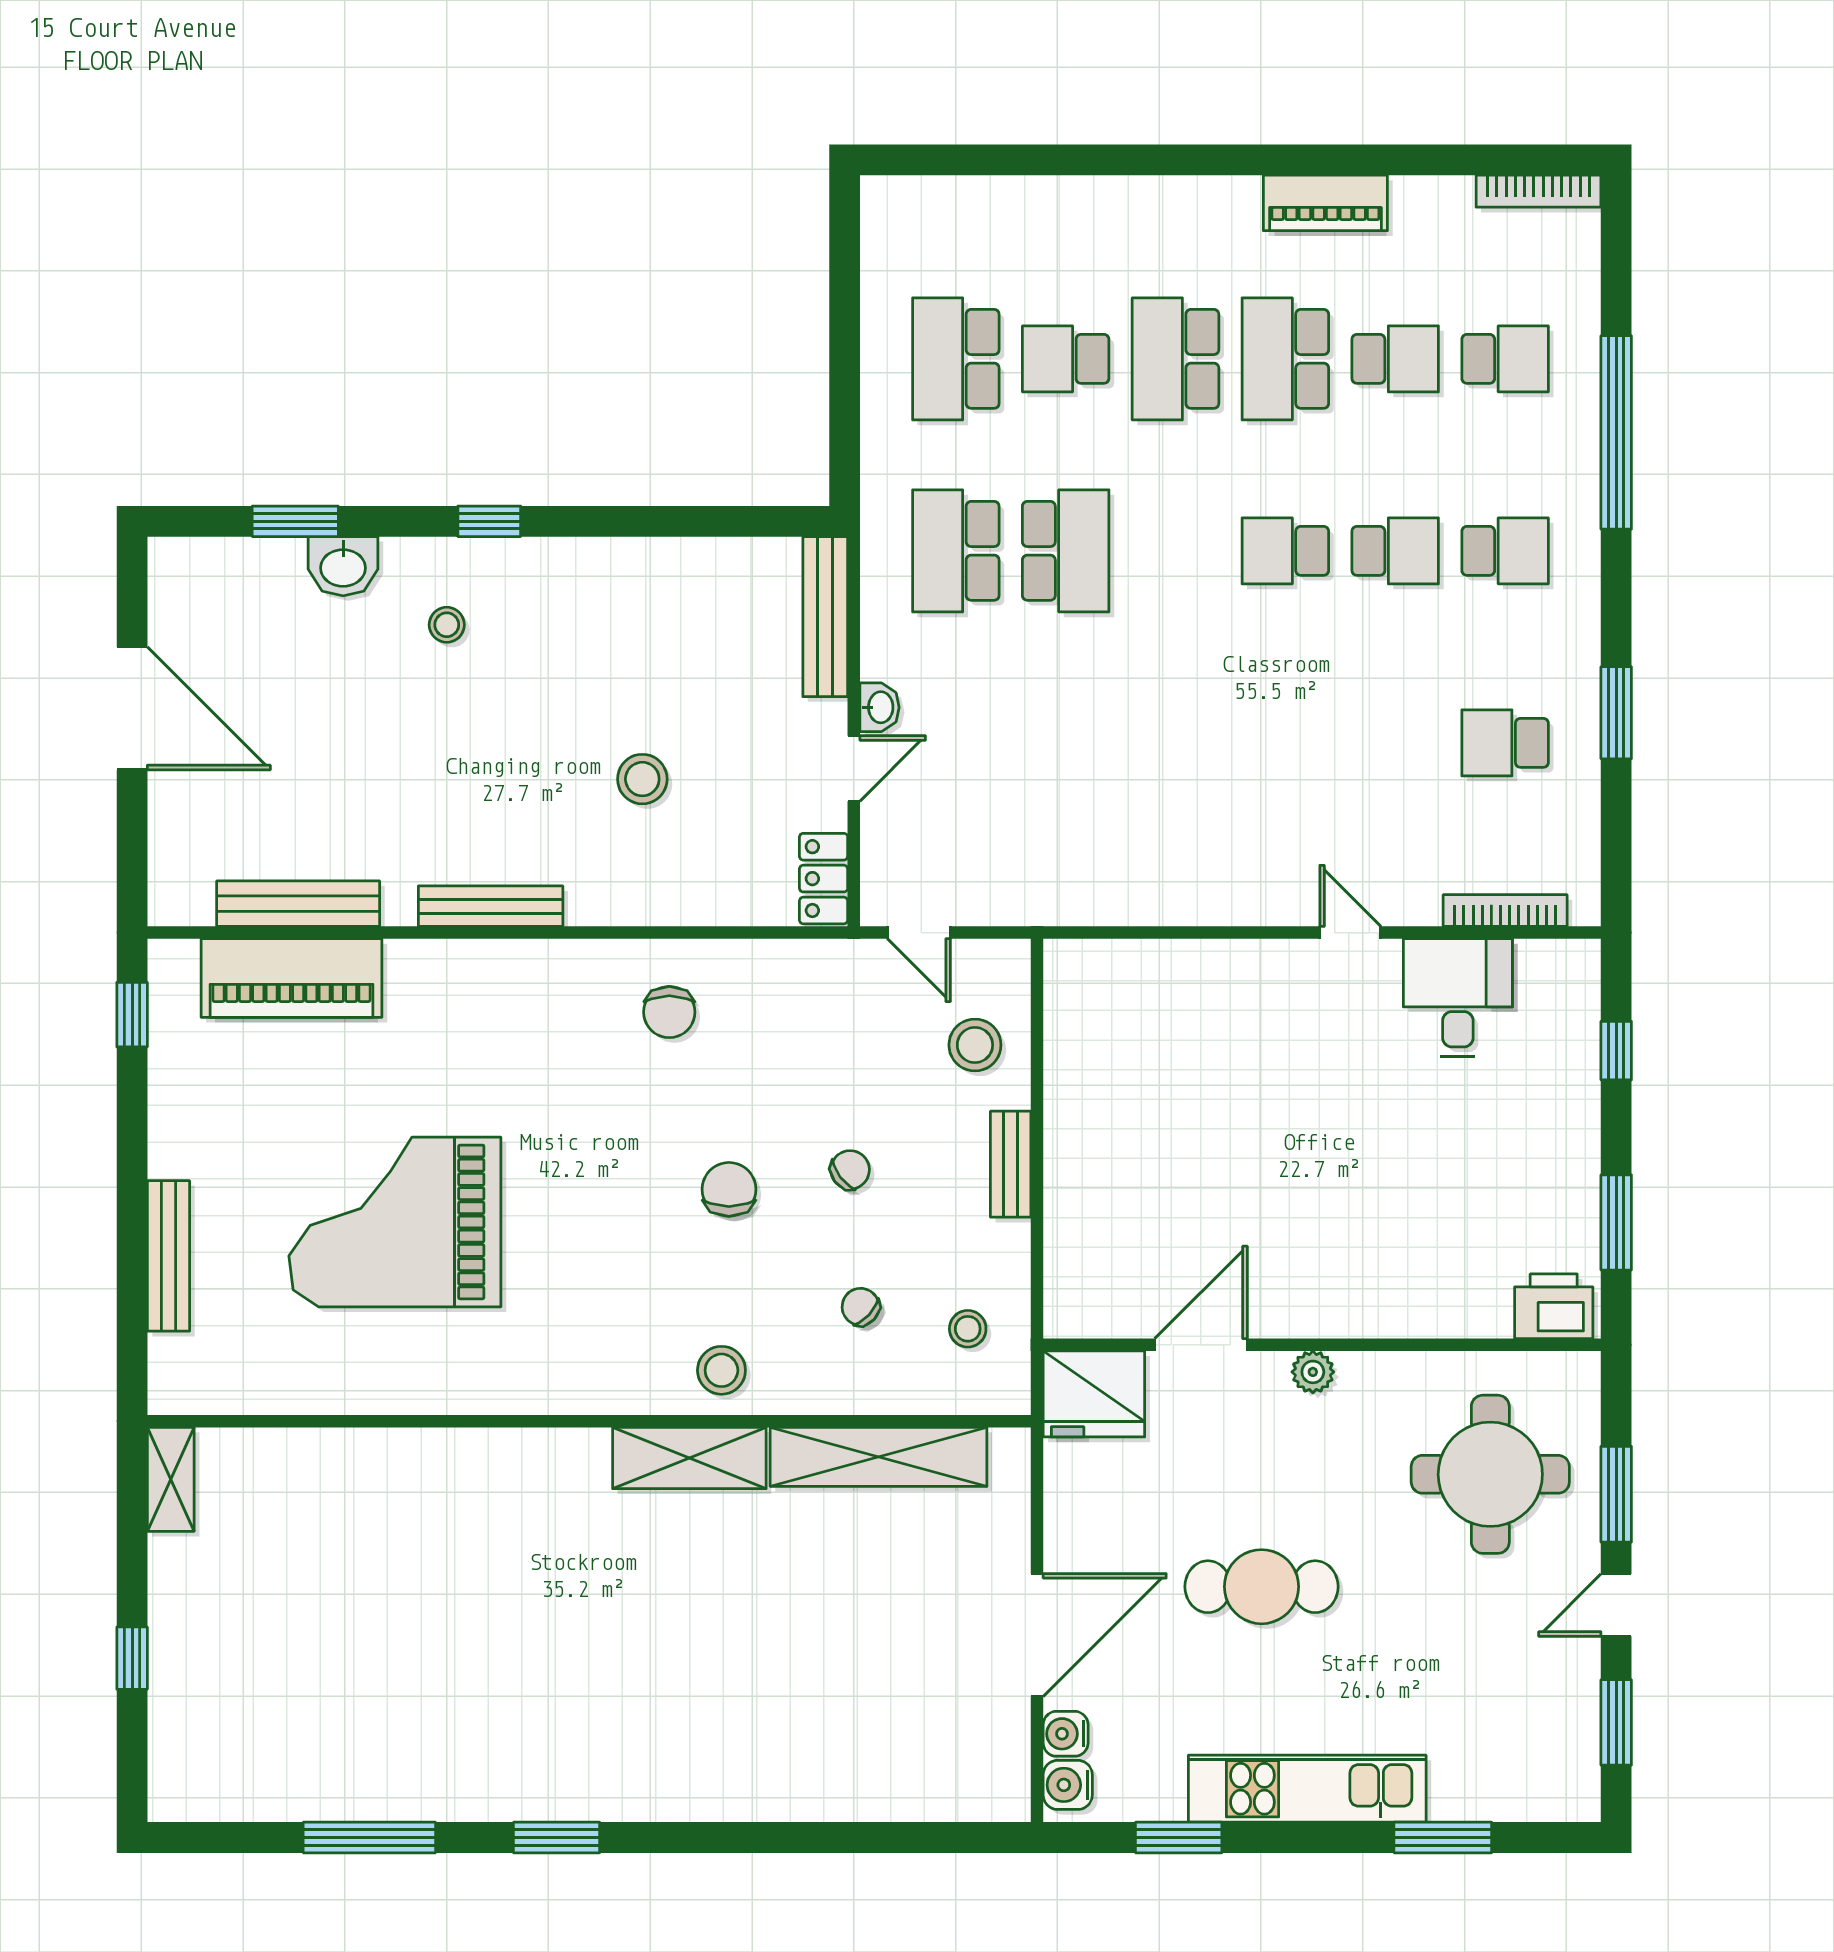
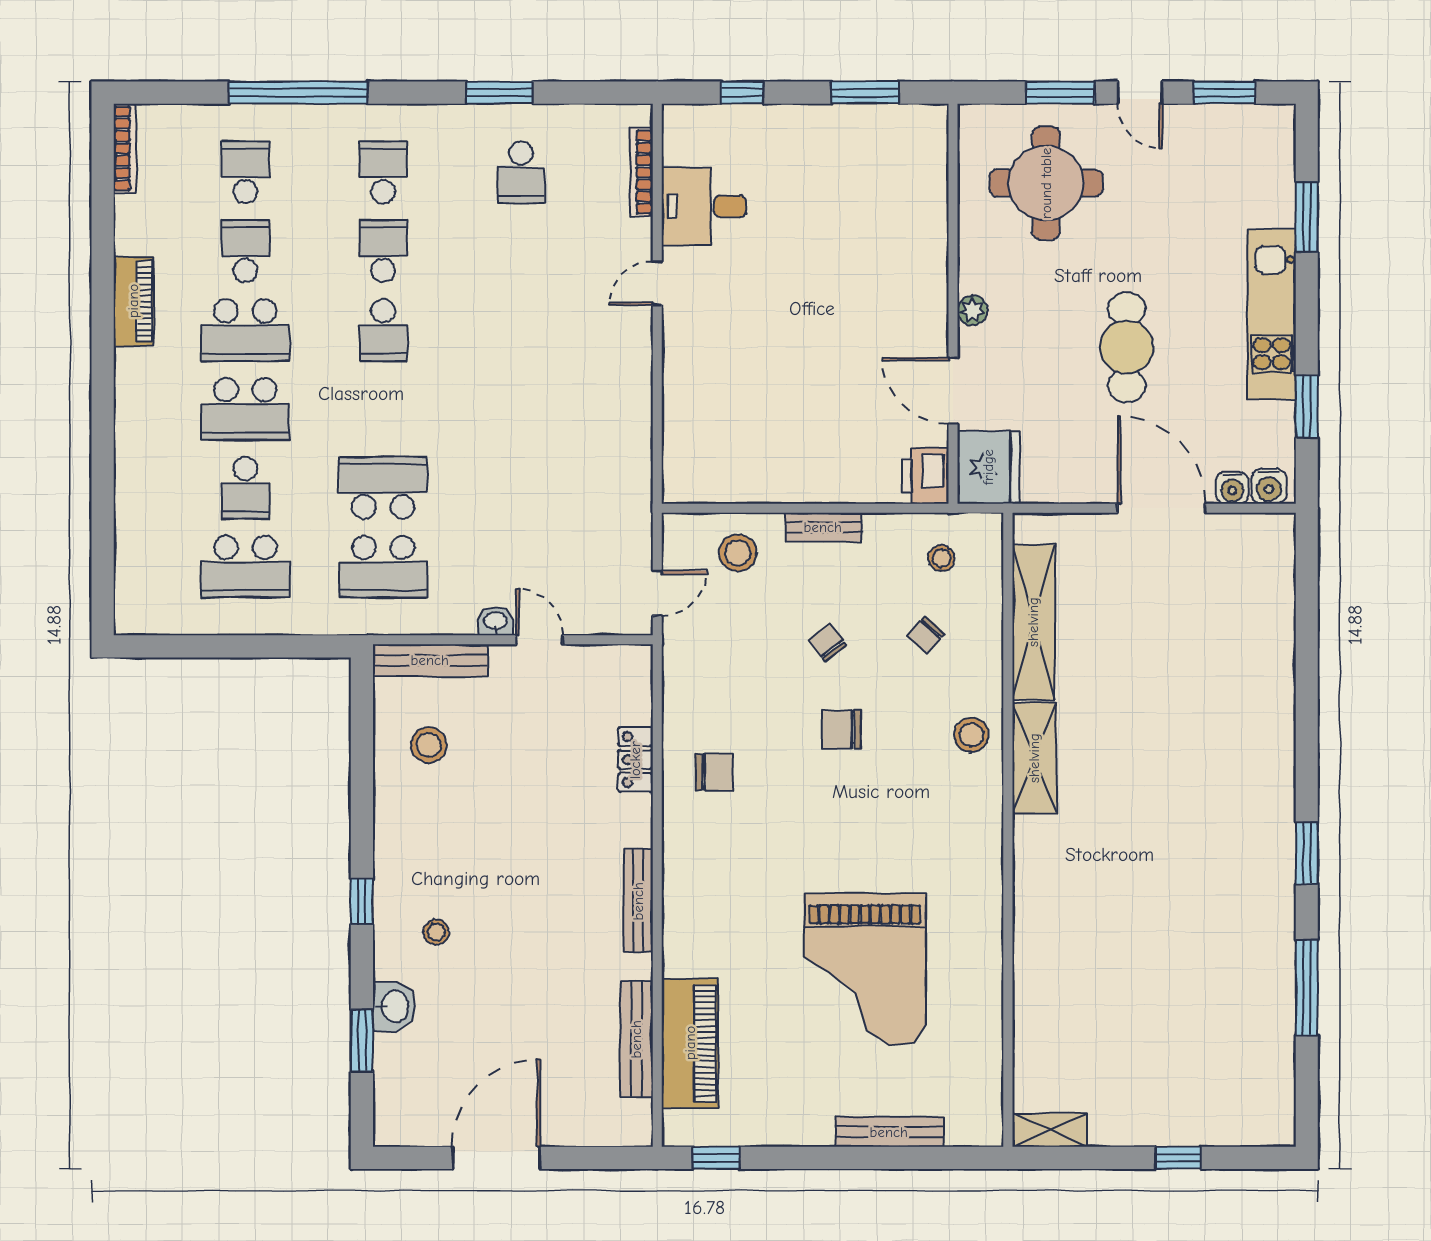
stool: (642, 779) -> (429, 745), moved
locker: (824, 879) -> (635, 760), moved, turned 90
printer: (1554, 1306) -> (925, 476), moved

